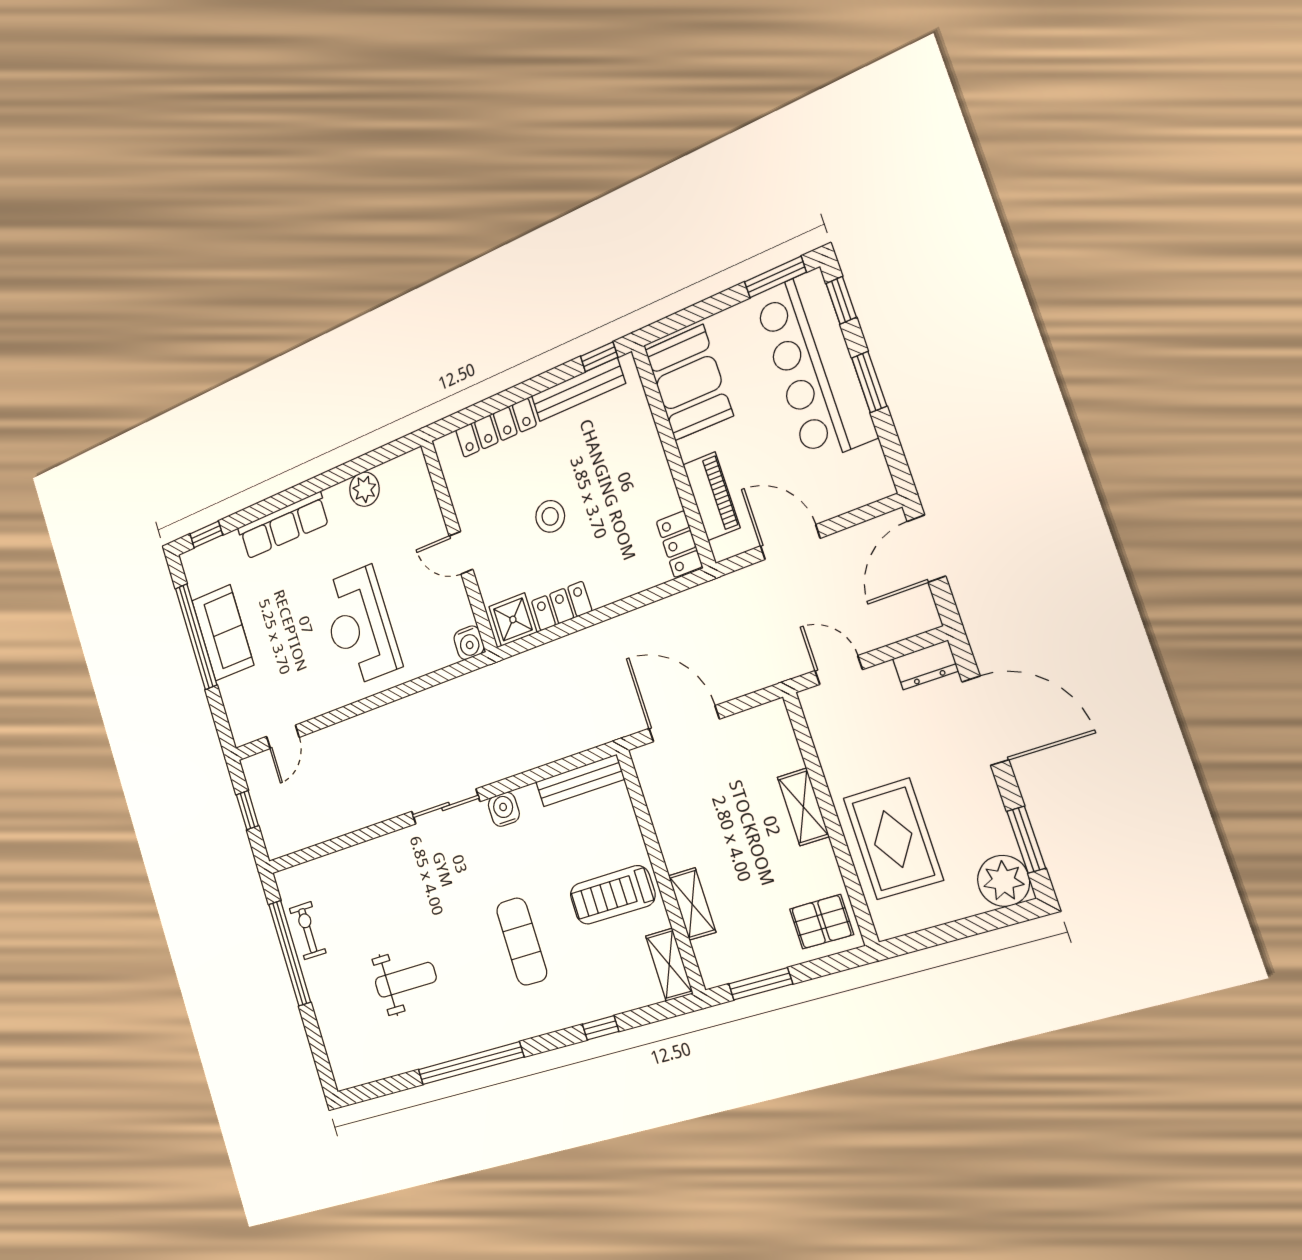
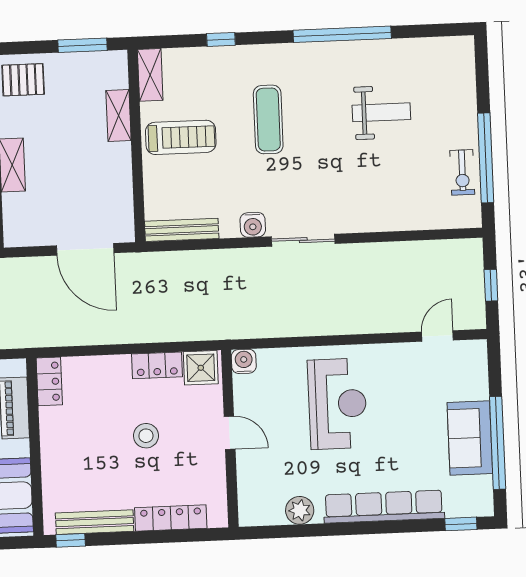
row of seats: (283, 526) -> (384, 507), width x1.36
weight bench: (406, 980) -> (381, 112), turned 180

